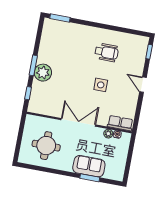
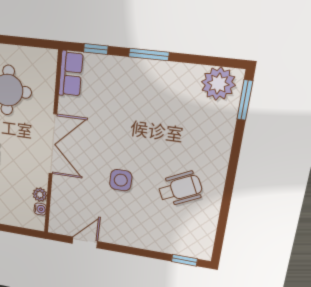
wheelchair: (107, 52) -> (180, 189), turned -116
plant: (43, 73) -> (218, 84), moved
door: (143, 85) -> (85, 242), moved
row of seats: (120, 123) -> (71, 74), moved

